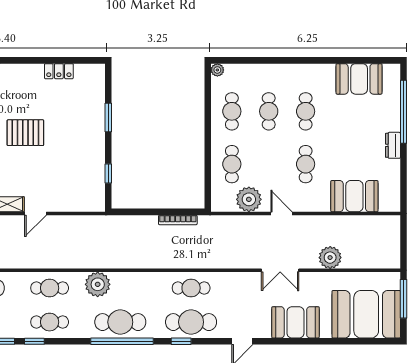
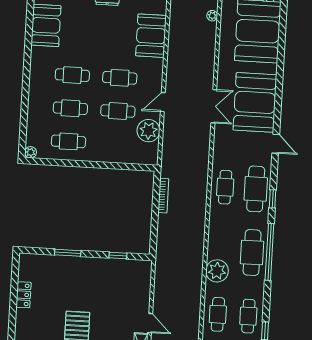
cafe table: (232, 164) -> (118, 111), moved
plant: (330, 258) -> (212, 16), moved, width x0.53, depth x0.53
booth: (295, 322) -> (255, 102), width x1.36, depth x1.42

